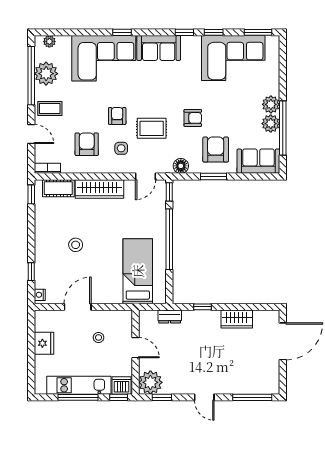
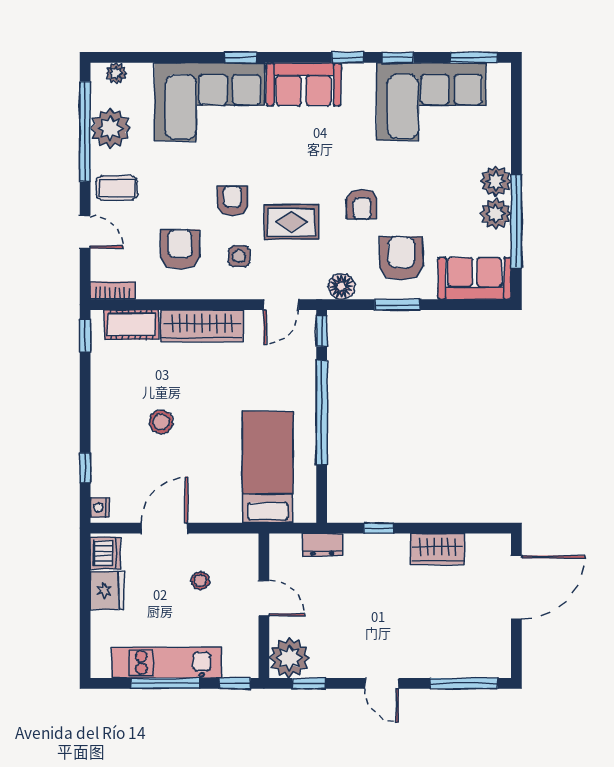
armchair: (193, 118) -> (362, 204), turned 90
dishwasher: (122, 385) -> (105, 553), moved, turned 90

